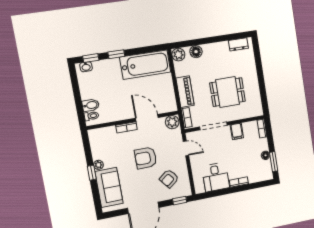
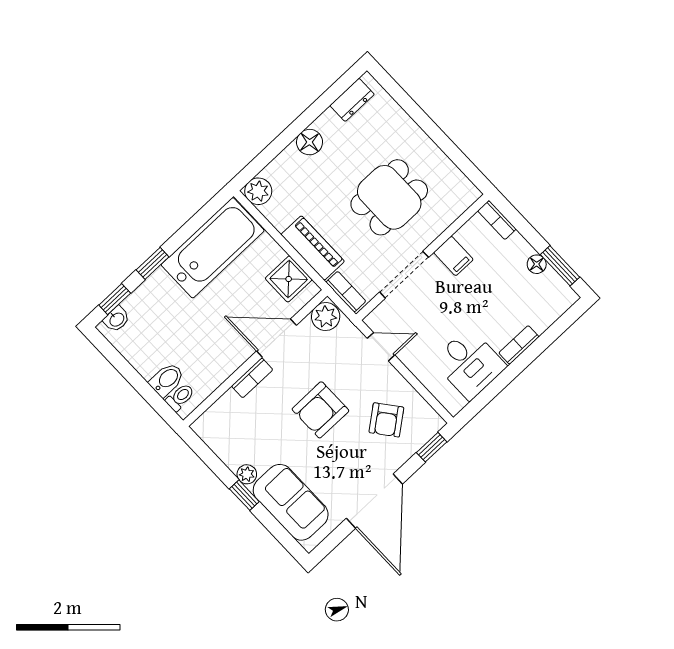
floor lamp: (196, 52) -> (309, 142), moved
shower: (167, 98) -> (289, 279), added

